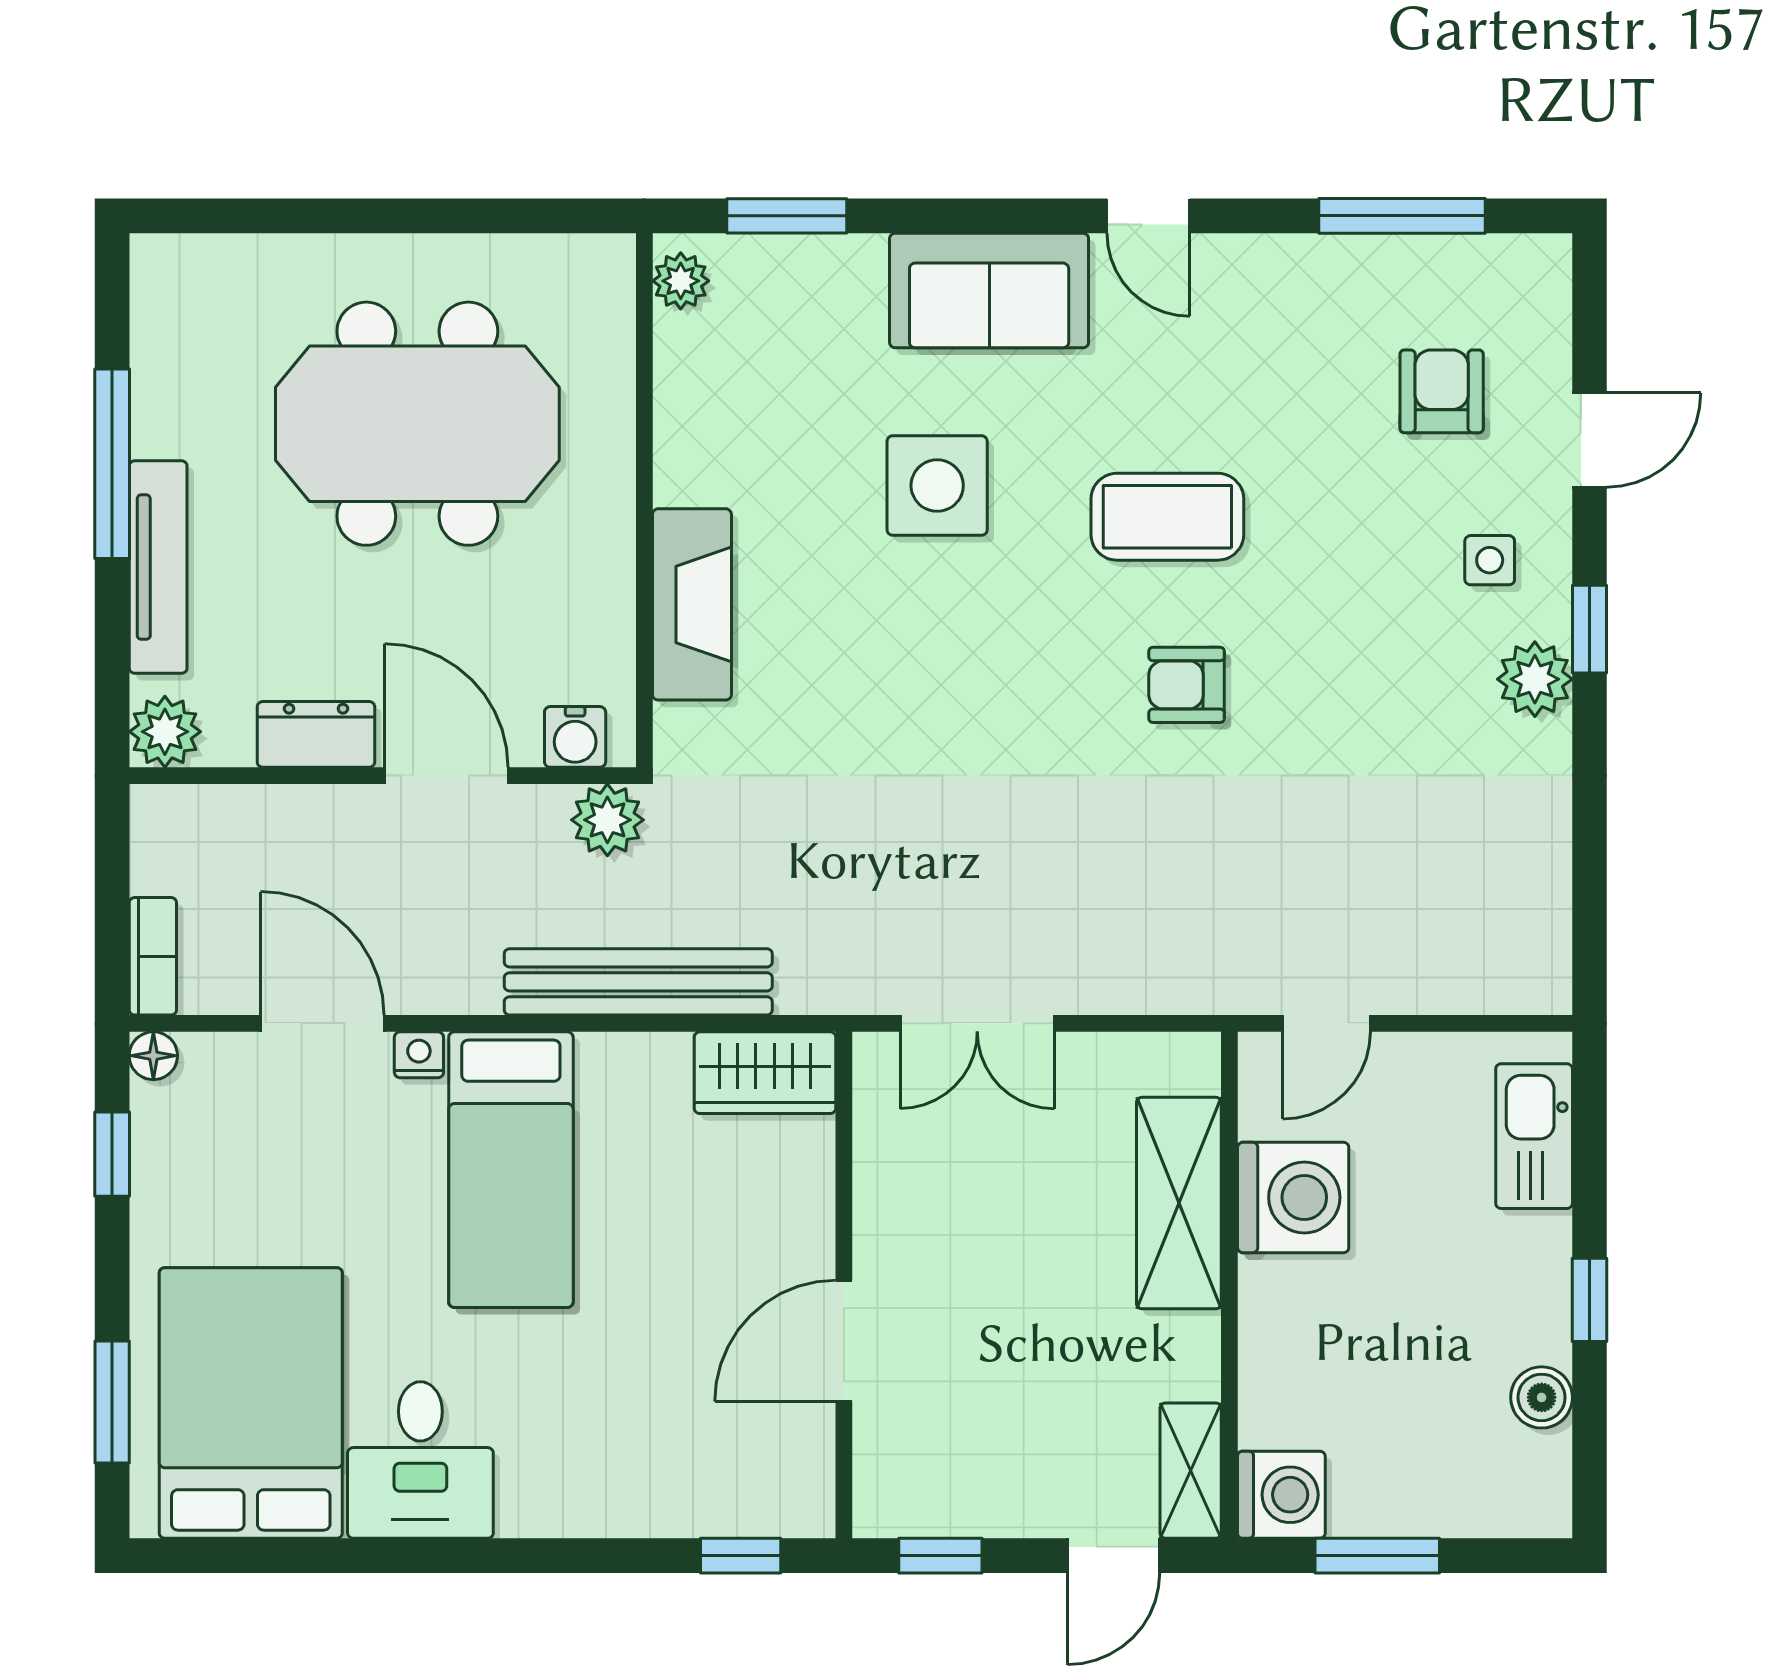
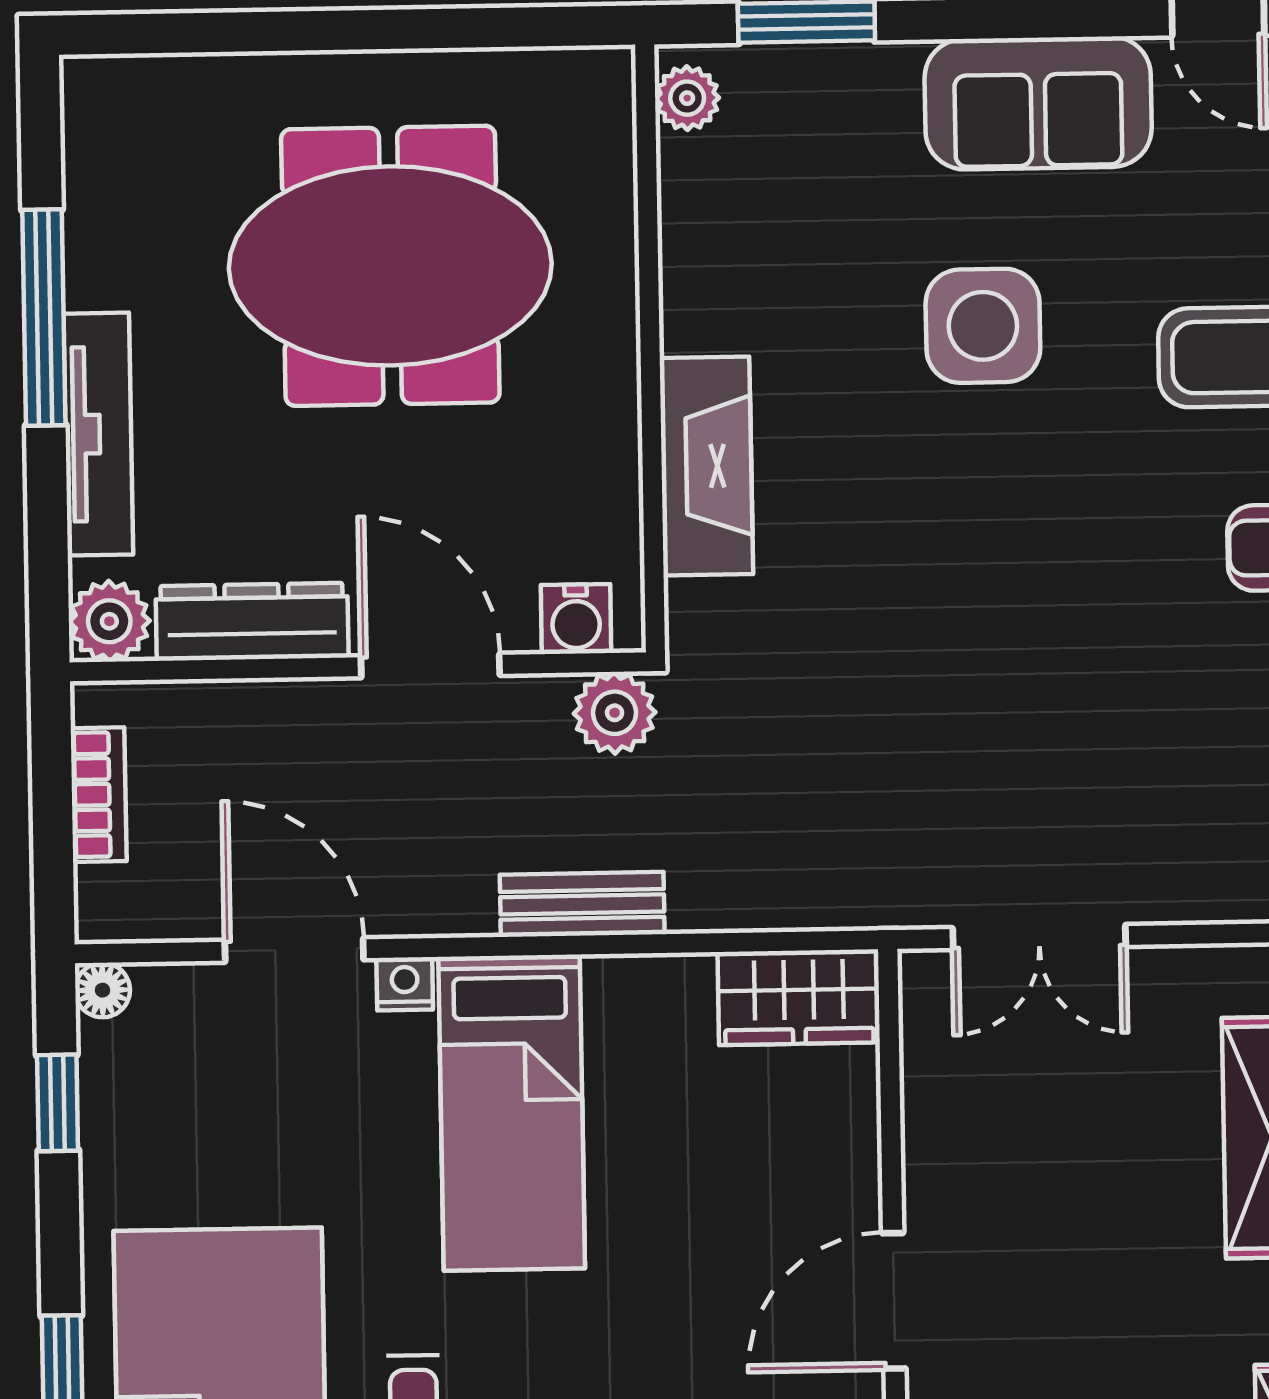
dresser: (316, 734) -> (252, 622), width x1.44
bookcase: (153, 956) -> (99, 795), moved
bench: (638, 982) -> (582, 904), width x0.54, depth x0.82

